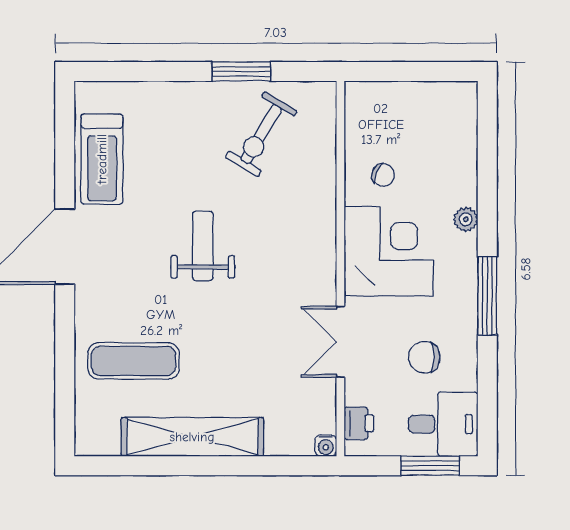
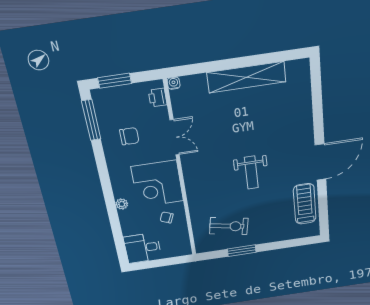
exercise bike: (261, 134) -> (229, 226), turned 70
window: (487, 296) -> (91, 120), moved
exercise mat: (134, 361) -> (281, 112), removed
desk: (443, 424) -> (143, 248), moved

